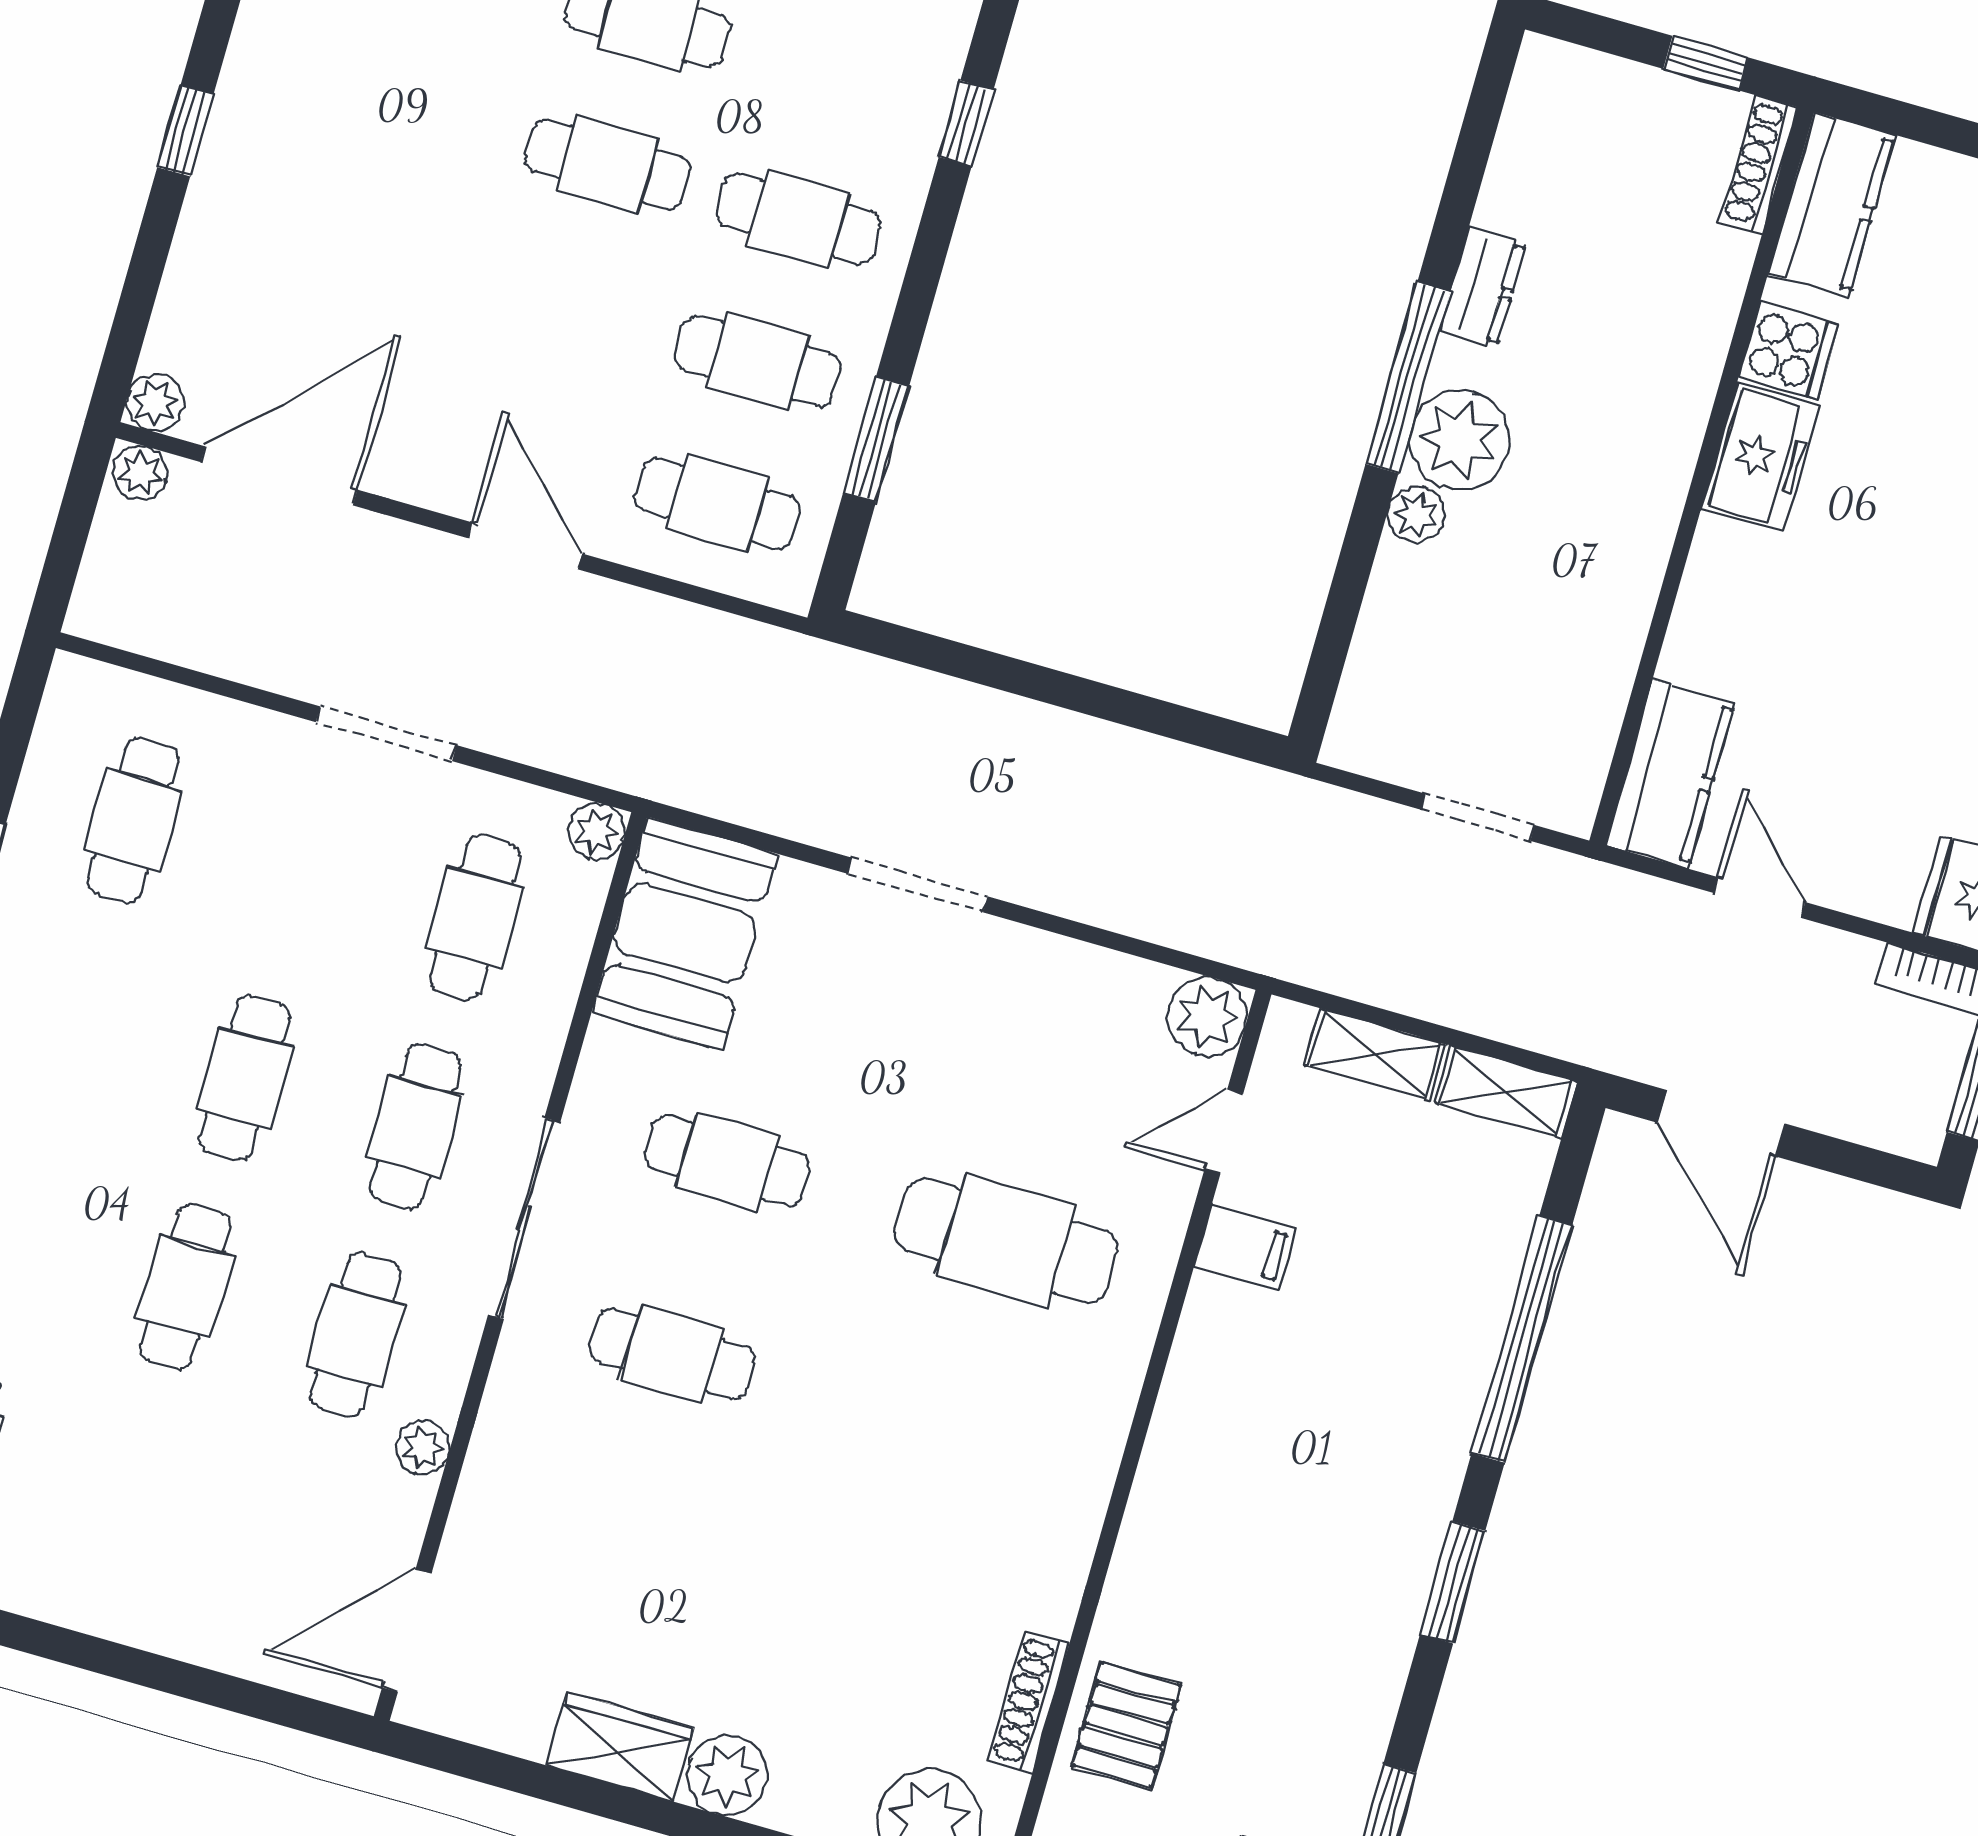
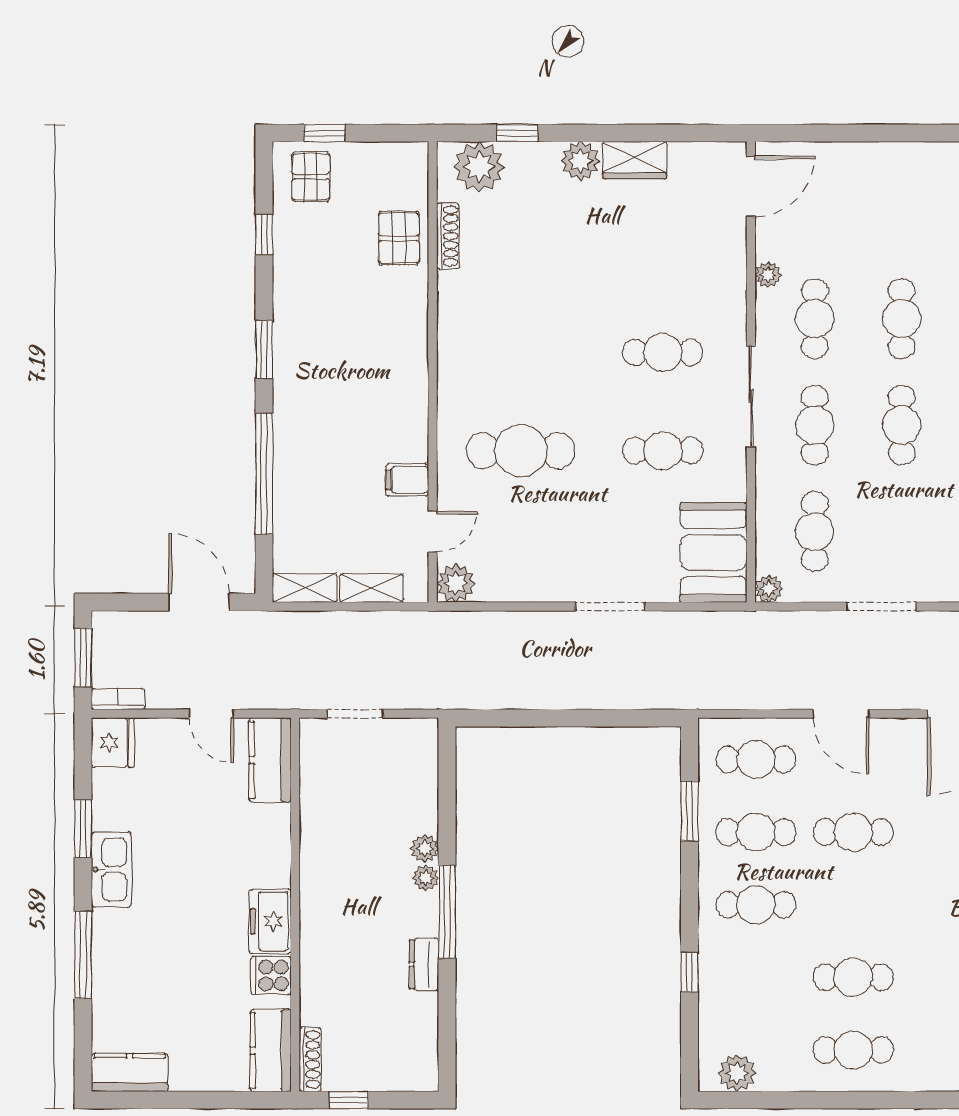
cafe table: (608, 164) -> (853, 832), moved
plant: (1460, 440) -> (426, 878), width x0.53, depth x0.53

